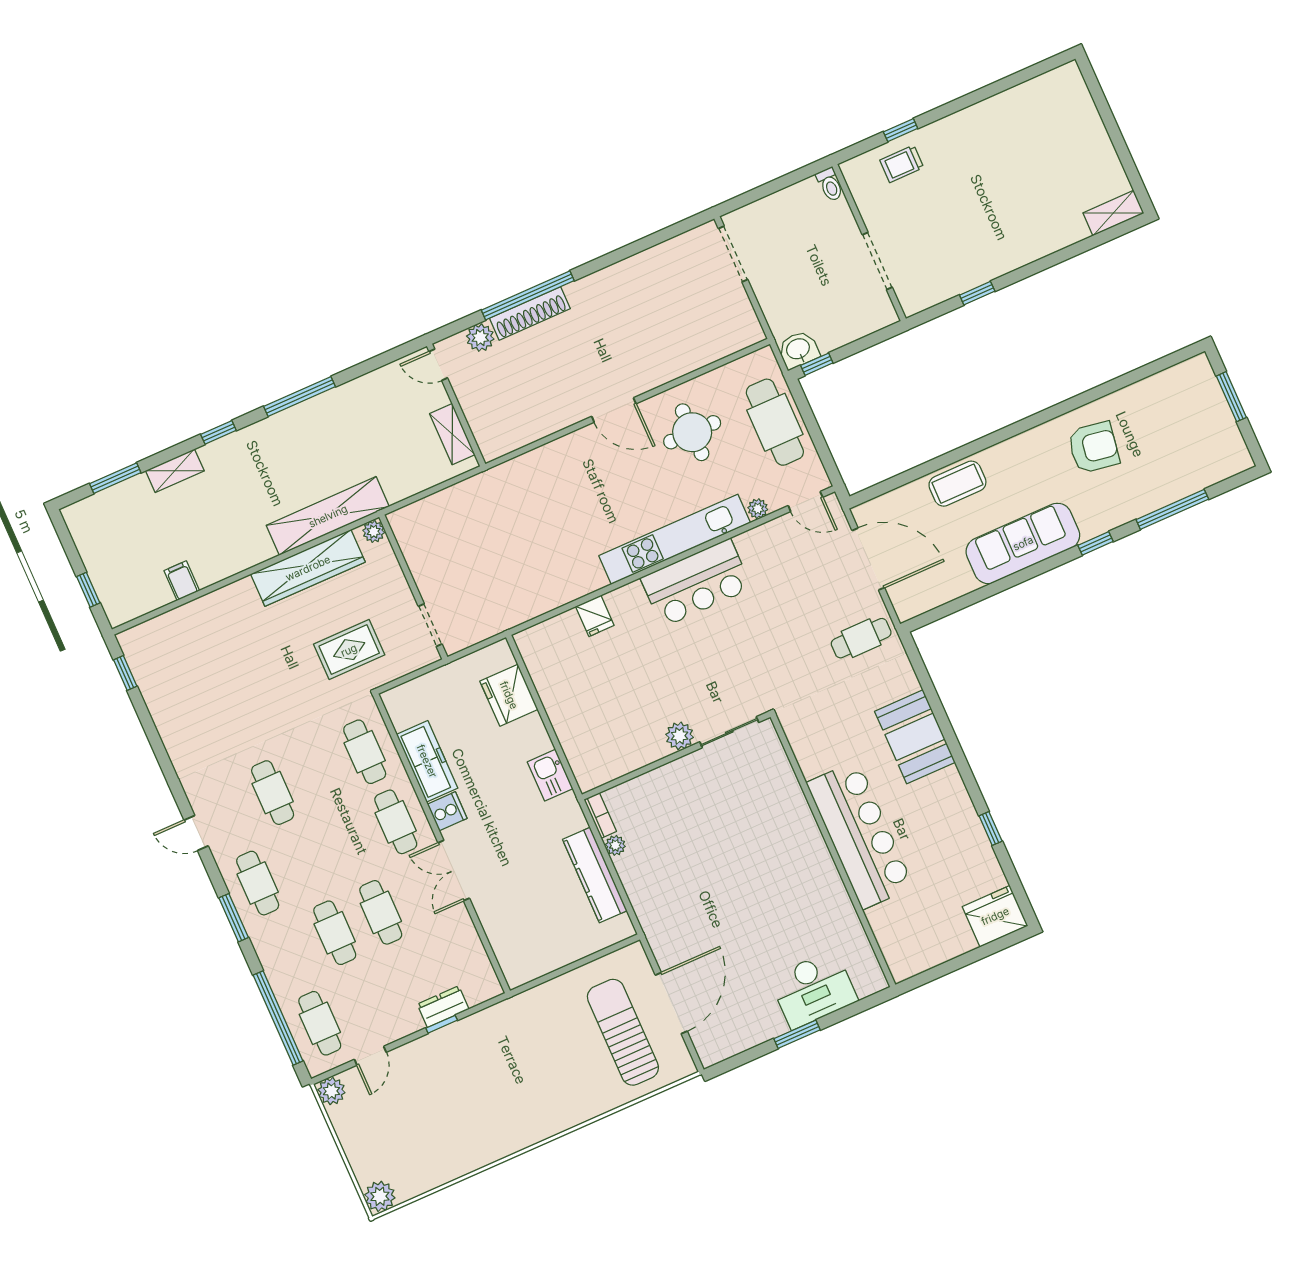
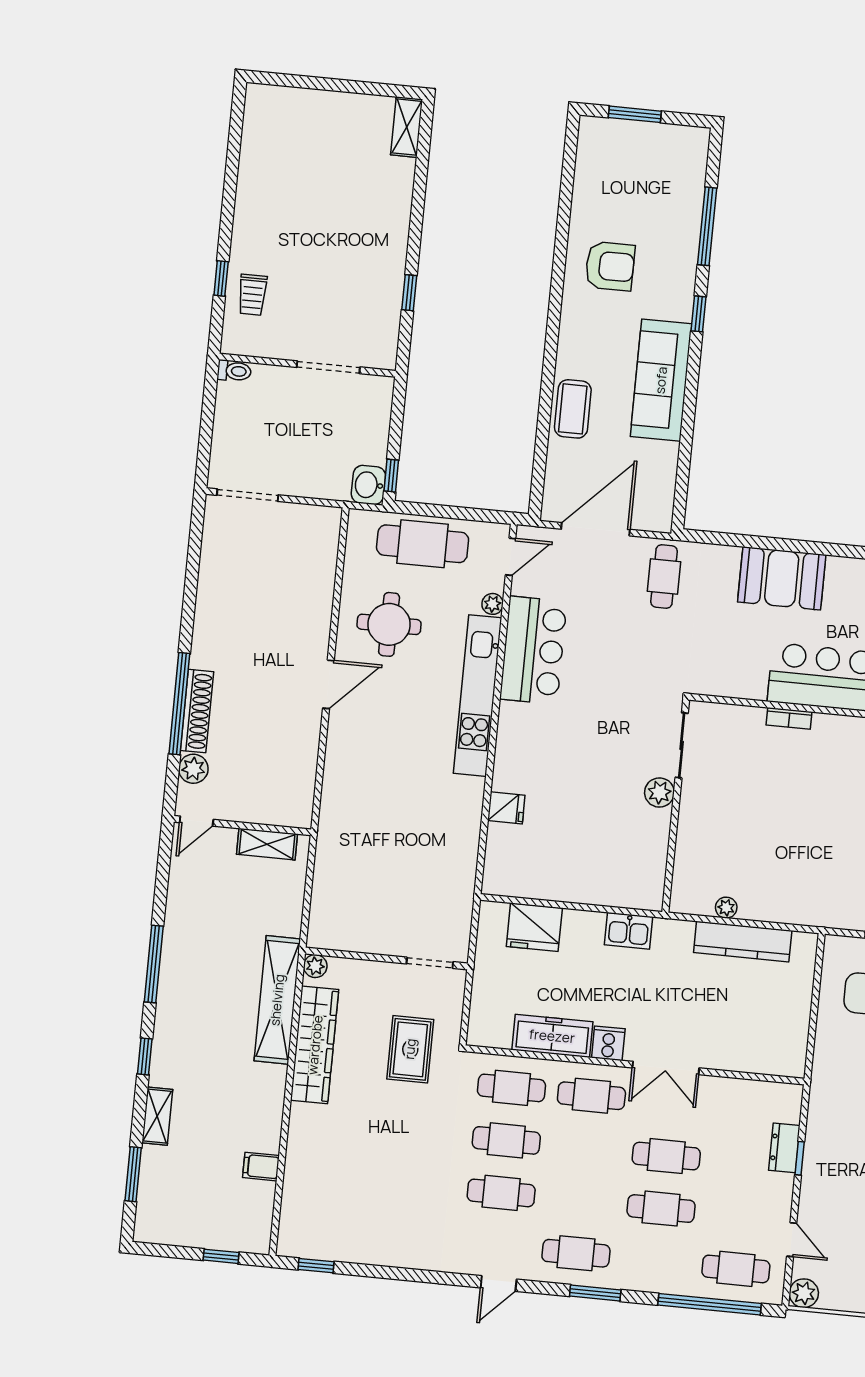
armchair: (1094, 447) -> (610, 266), turned 81
bar counter: (696, 583) -> (533, 650), moved
cafe table: (319, 772) -> (506, 1140), added
bookcase: (600, 815) -> (789, 718), moved, turned 180

